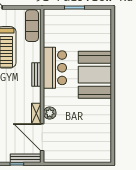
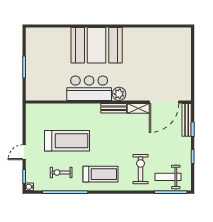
exercise mat: (32, 26) -> (44, 113), removed
bench: (36, 74) -> (114, 108), moved
plant: (50, 113) -> (119, 94), moved

